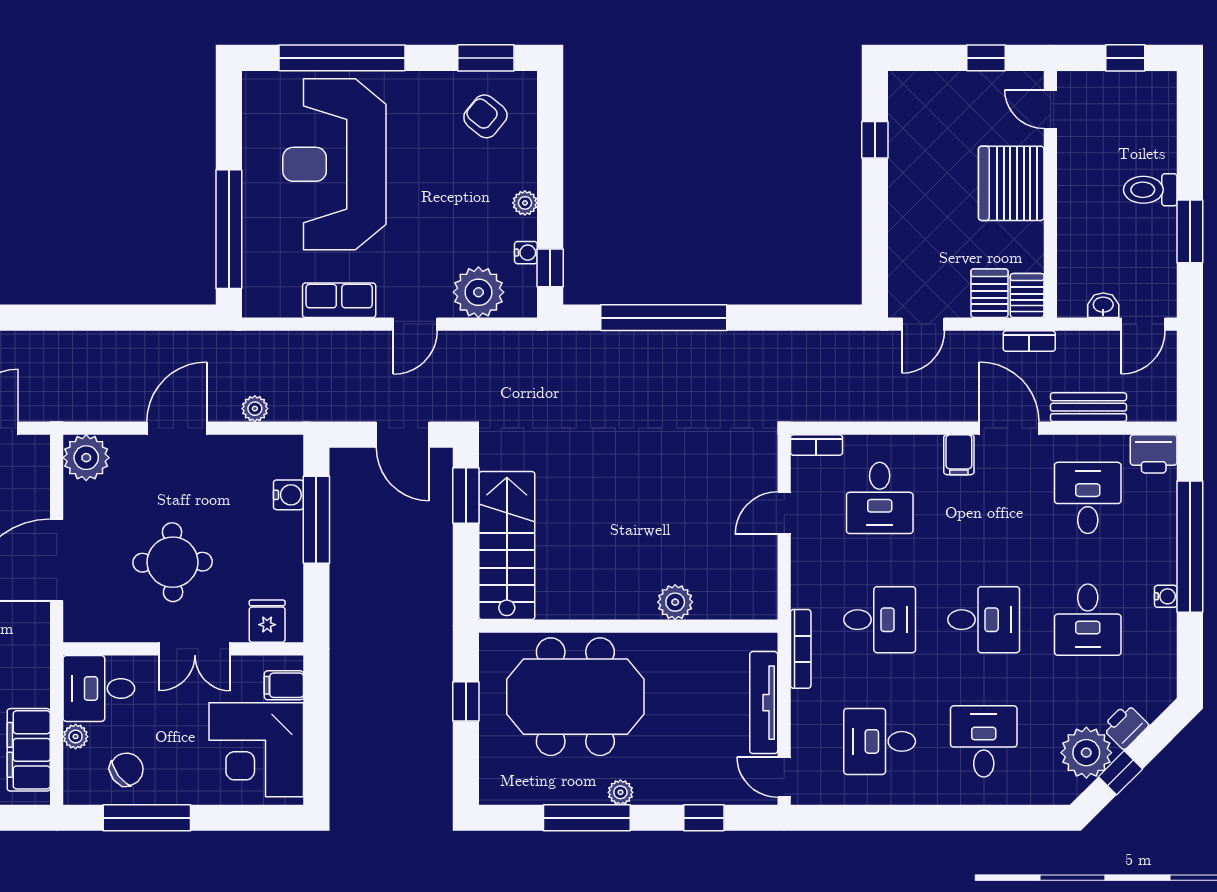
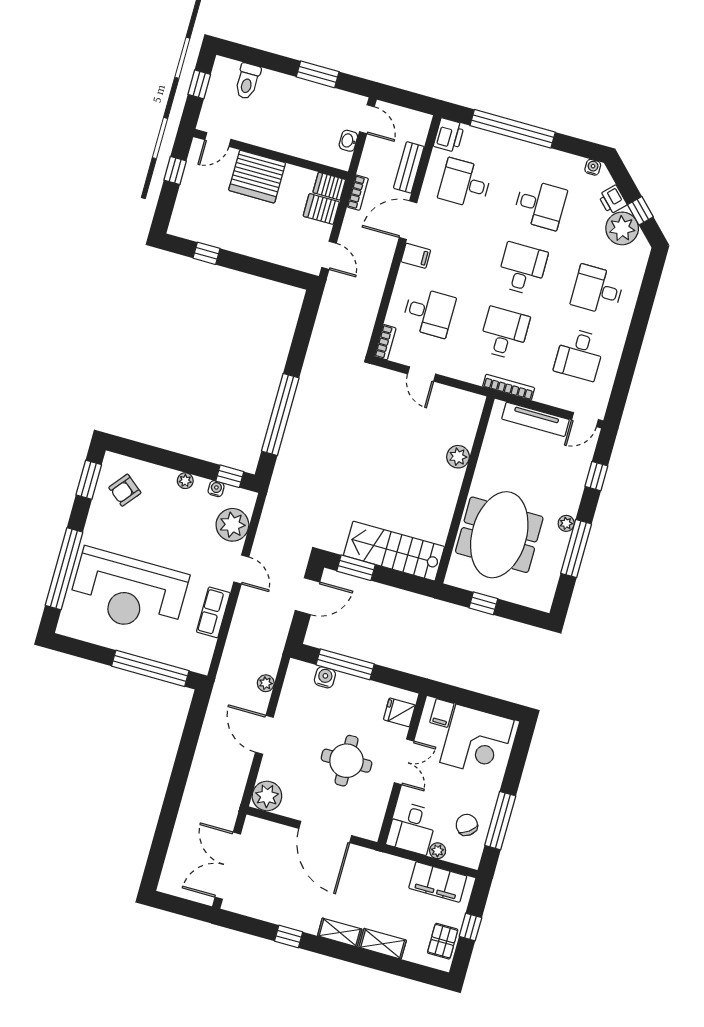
toilet: (1150, 190) -> (247, 81), moved
water cooler: (1166, 596) -> (593, 167), moved

